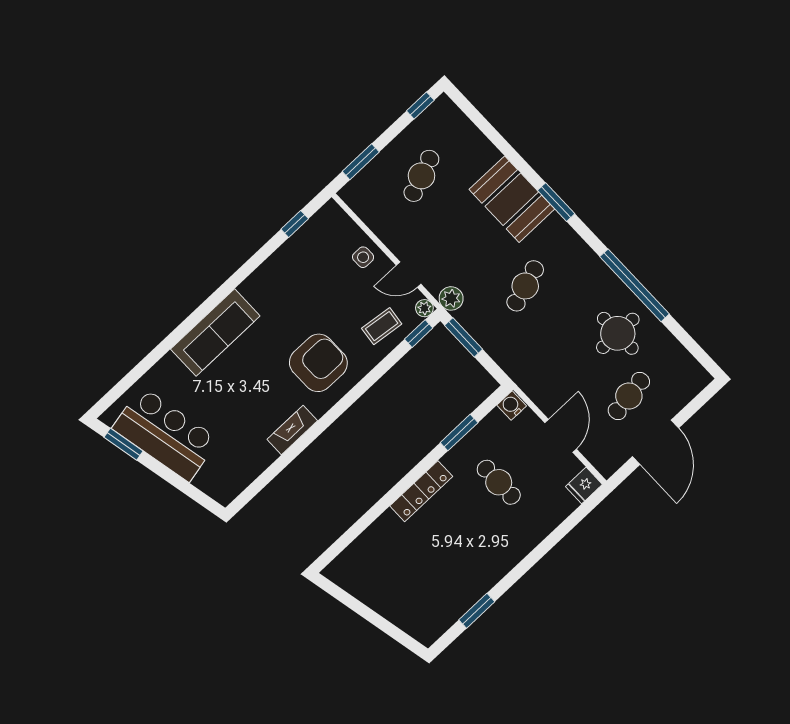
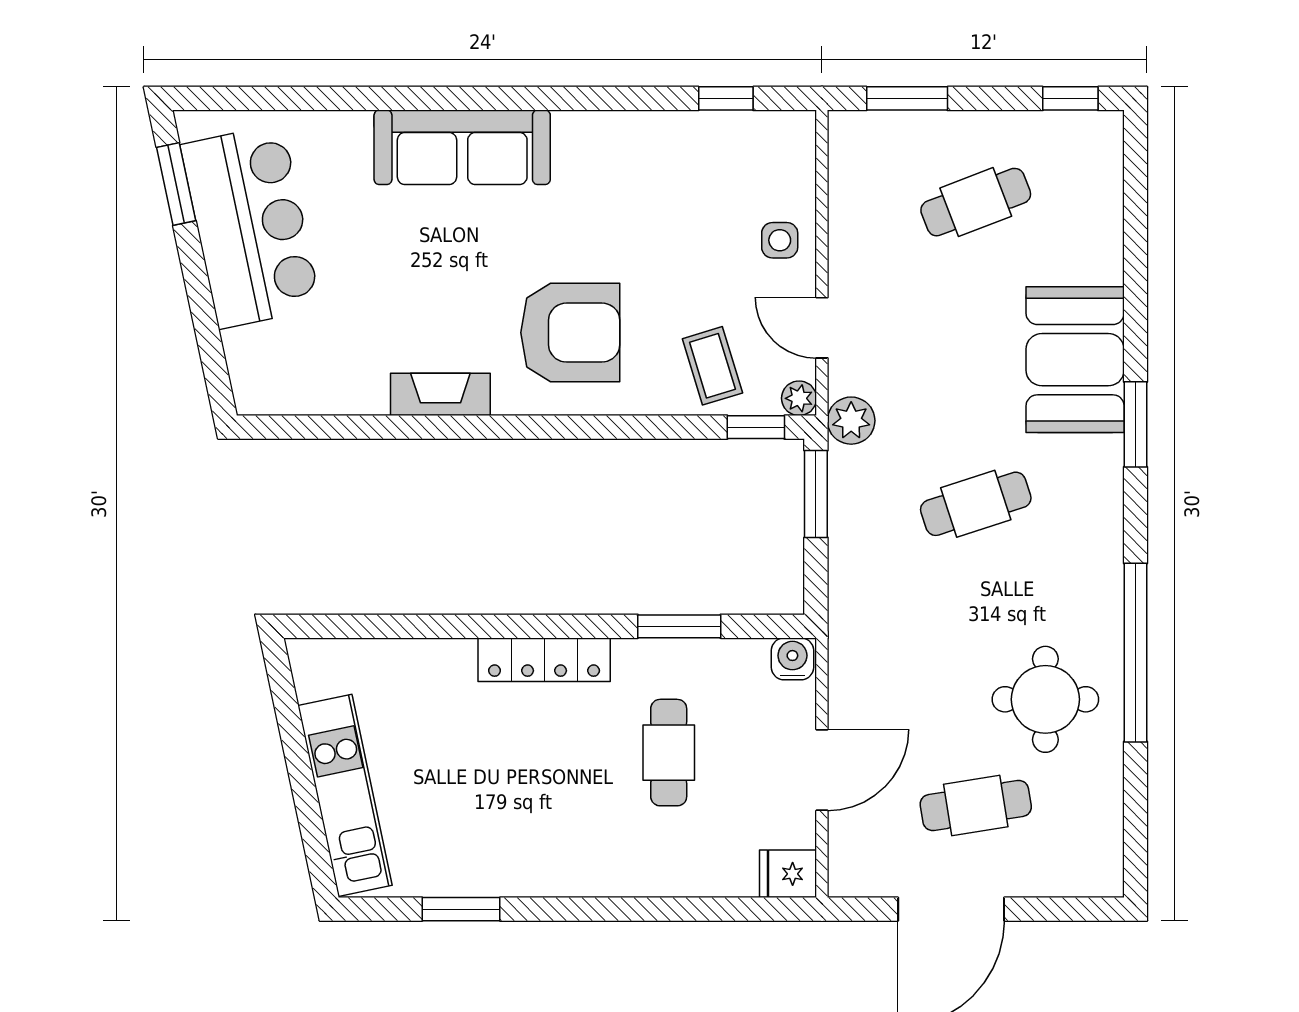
coffee table: (382, 326) -> (712, 366), turned 66
kitchen unit: (395, 609) -> (345, 795), added

